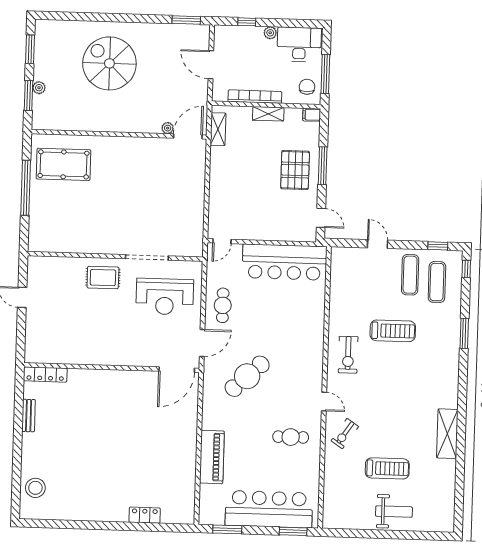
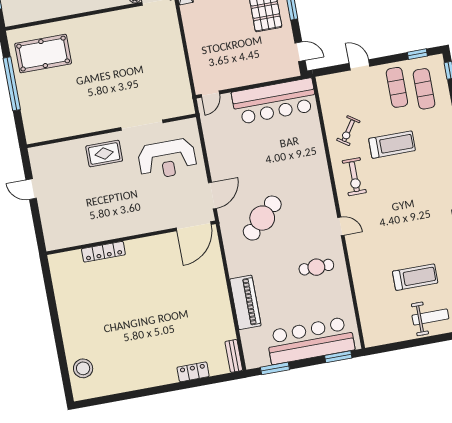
cafe table: (223, 305) -> (224, 155), removed
locker: (45, 374) -> (103, 252), moved
bench: (29, 416) -> (234, 356), moved
exercise bike: (345, 434) -> (348, 131), moved

